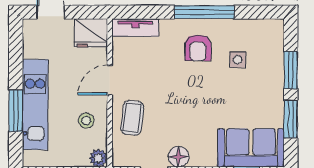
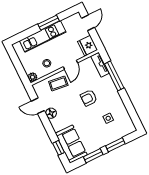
window: (204, 12) -> (114, 76), moved
armchair: (198, 48) -> (89, 98), moved
door: (110, 80) -> (70, 65), swing flipped
window: (16, 111) -> (49, 23), moved

